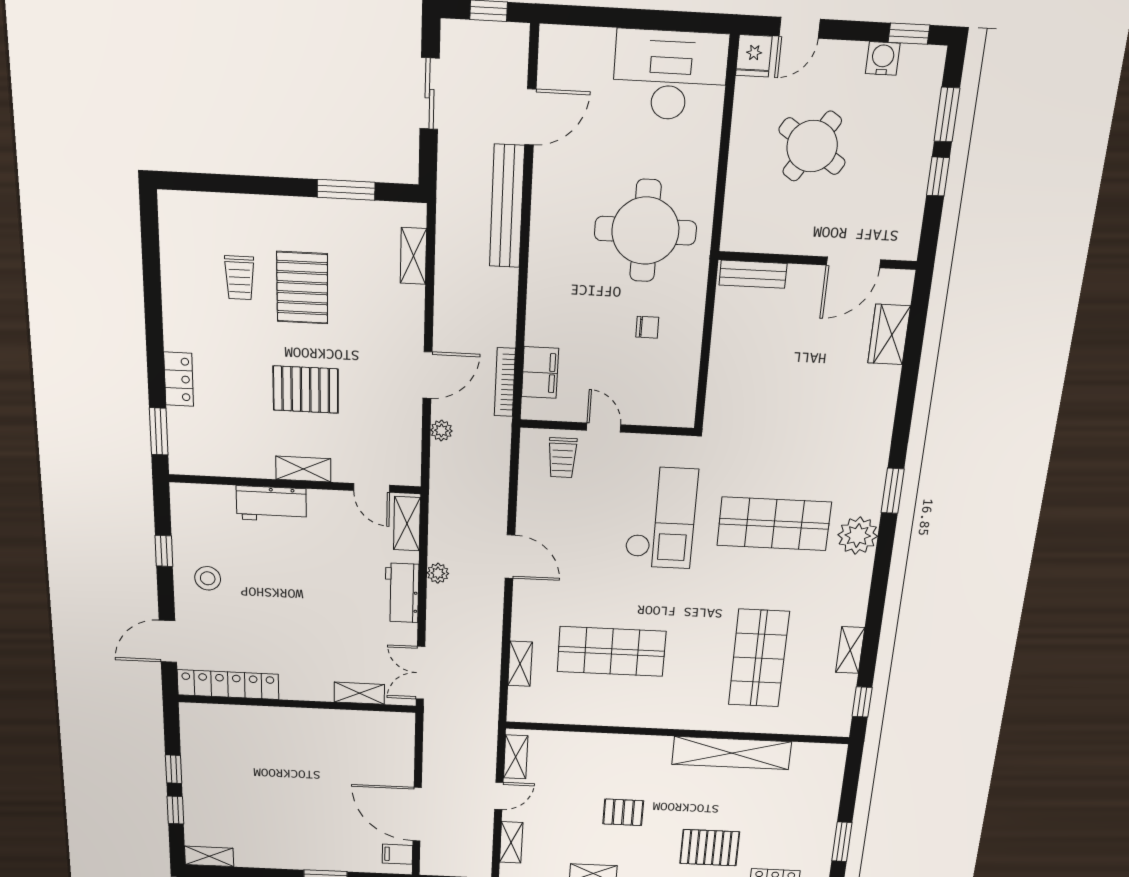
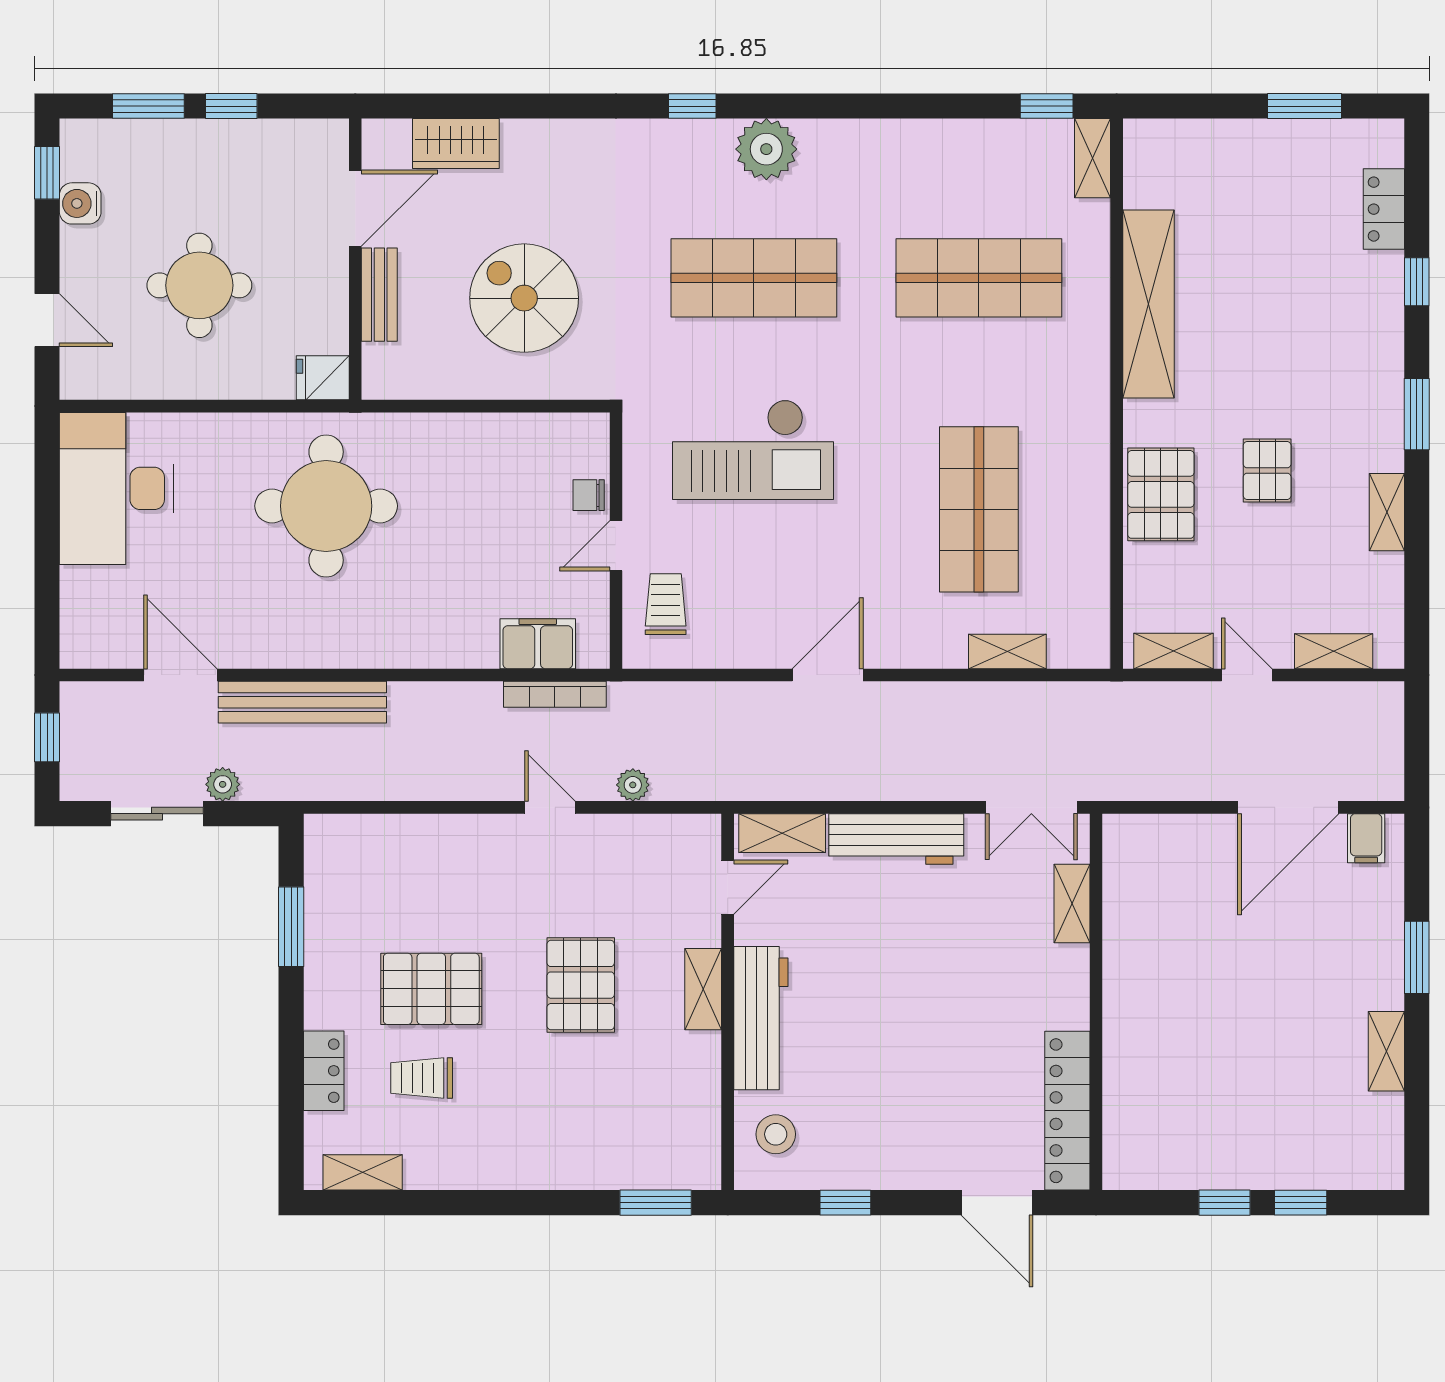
fridge: (754, 56) -> (323, 378), moved, turned 180
round table: (812, 146) -> (199, 285), turned -33
shelving: (413, 256) -> (363, 1172), moved
door: (853, 262) -> (355, 208), hinge flipped
bench: (753, 274) -> (379, 295), moved
trolley: (239, 278) -> (422, 1078), turned 180
chair: (647, 327) -> (589, 495), moved, turned -90
door: (427, 375) -> (550, 807), width x0.73
spiral stairs: (777, 375) -> (524, 298), added
locker: (179, 379) -> (324, 1071), moved, turned 90
trolley: (562, 458) -> (666, 604), turned -90
window: (893, 491) -> (692, 106), width x0.67
workbench: (271, 504) -> (761, 1018), width x1.38
checkout: (661, 518) -> (753, 450), turned 180
shop shelf: (774, 524) -> (754, 278), turned 90
plant: (438, 573) -> (223, 784), moved
stool: (208, 578) -> (776, 1134), moved
workbench: (402, 593) -> (896, 839), width x1.38
shelving: (850, 650) -> (1093, 158), moved, turned 90
pallet: (710, 848) -> (1161, 494), moved
shelving: (209, 856) -> (1386, 1051), moved

